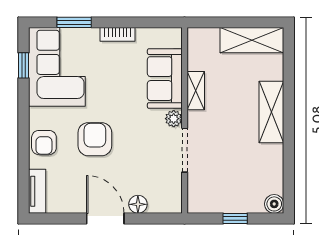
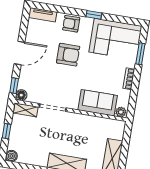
window: (24, 65) -> (94, 15), moved
shelving: (196, 91) -> (26, 110), moved
plant: (174, 119) -> (121, 112), moved
floor lamp: (138, 204) -> (21, 95), moved
window: (159, 218) -> (14, 86), added

